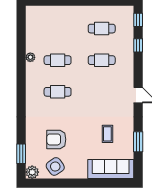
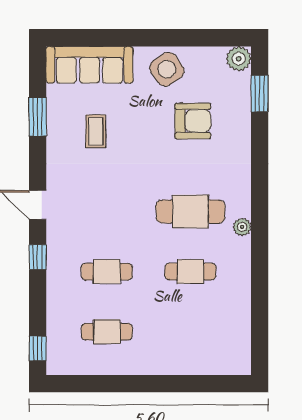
window: (138, 45) -> (38, 257), moved
plant: (30, 57) -> (242, 227), moved
cafe table: (58, 92) -> (190, 211), width x1.37, depth x1.35
side table: (55, 166) -> (167, 69), moved

